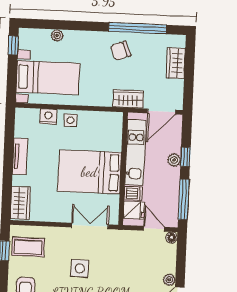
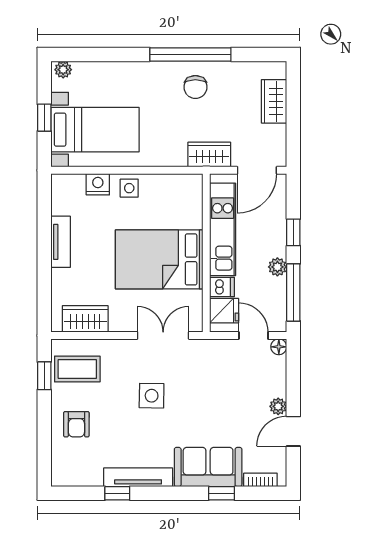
window: (138, 28) -> (190, 54), moved
plant: (57, 35) -> (63, 70), moved
window: (13, 45) -> (44, 118), moved
chair: (121, 51) -> (195, 87), turned -70
plant: (174, 160) -> (277, 267), moved
wardrobe: (20, 203) -> (85, 319), moved, turned -90

